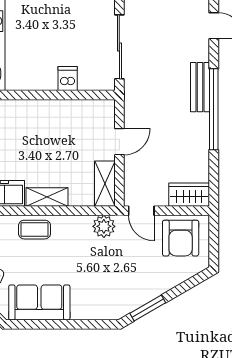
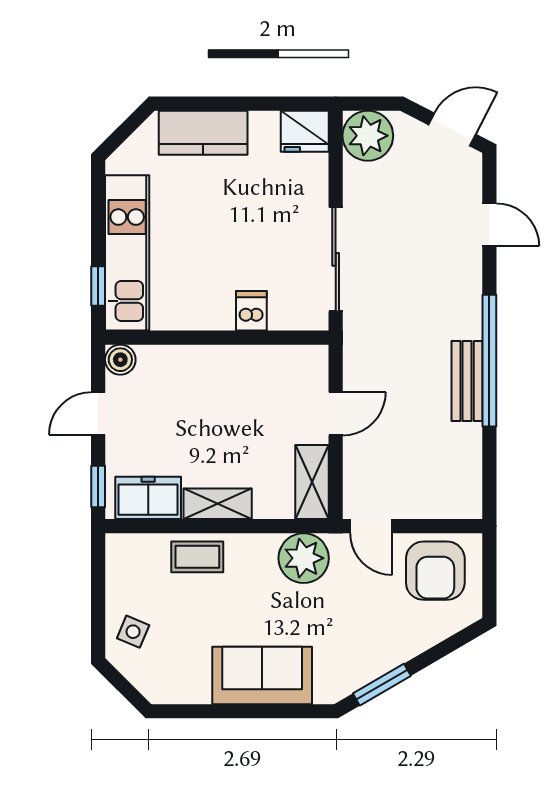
bench: (200, 87) -> (467, 381), moved
wardrobe: (189, 195) -> (449, 500), removed
plant: (104, 226) -> (304, 558), width x1.36, depth x1.36
sofa: (39, 302) -> (262, 676), moved

